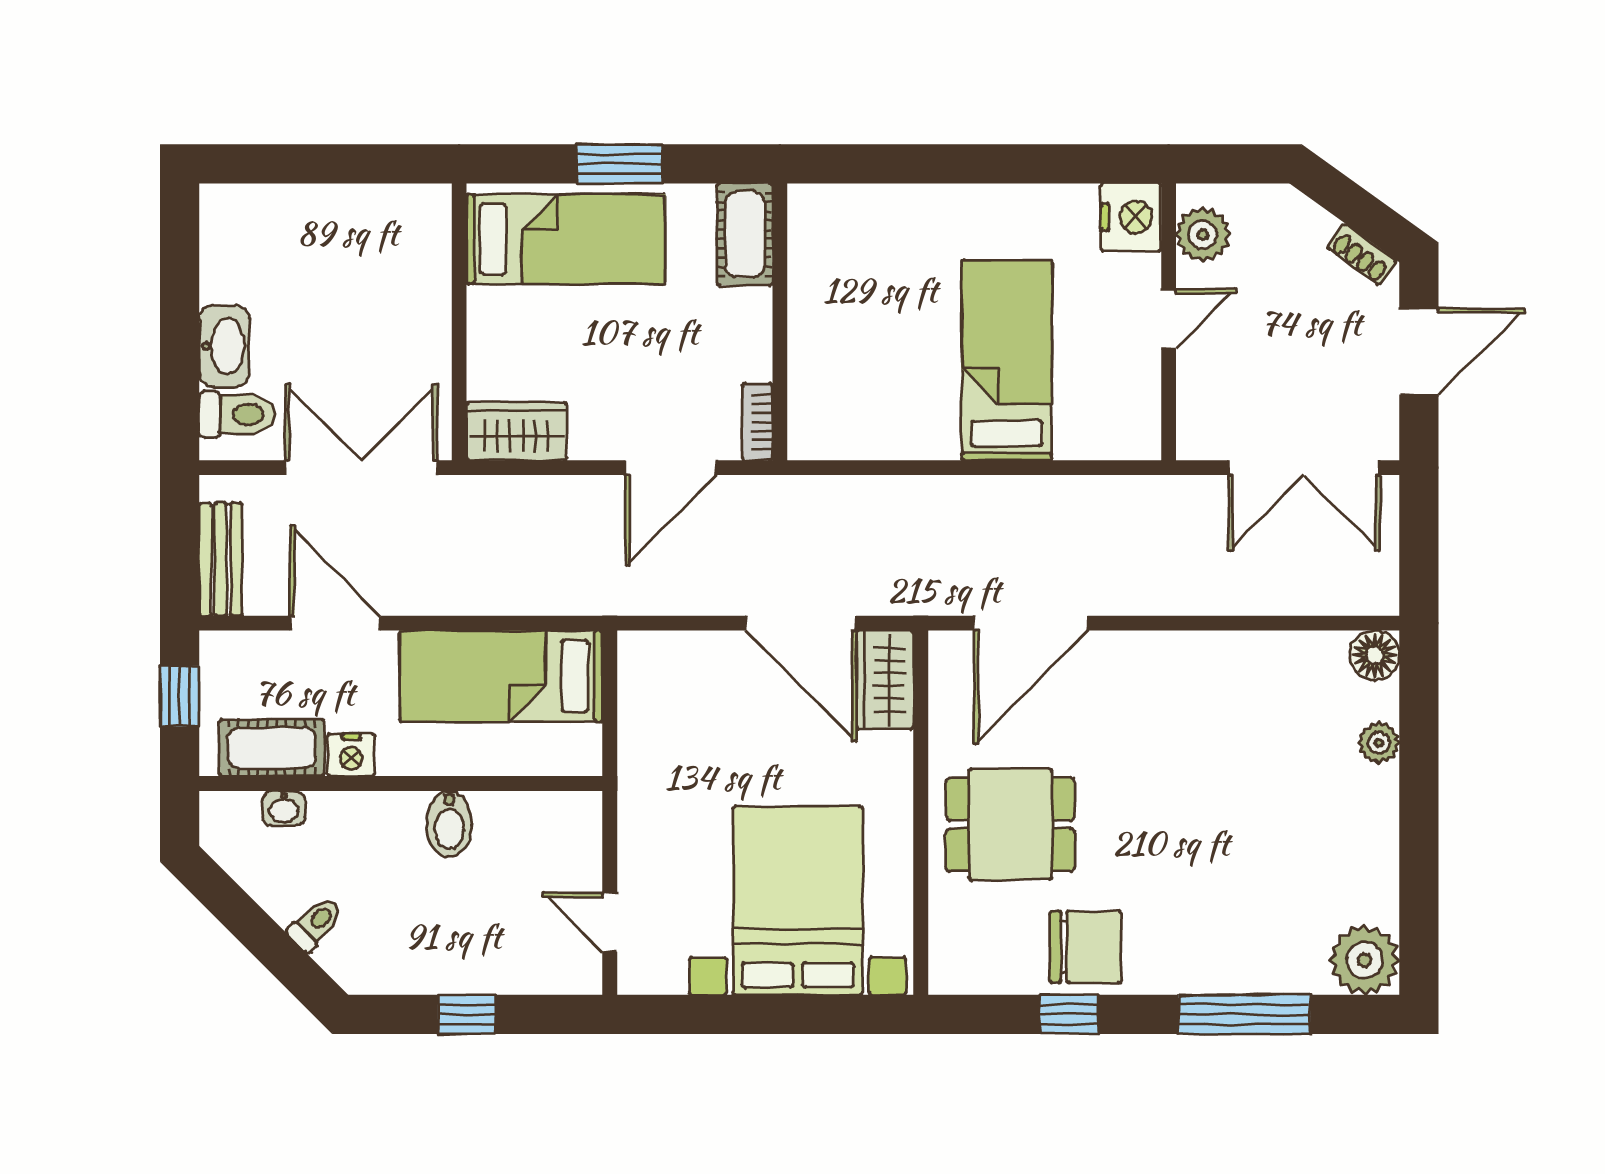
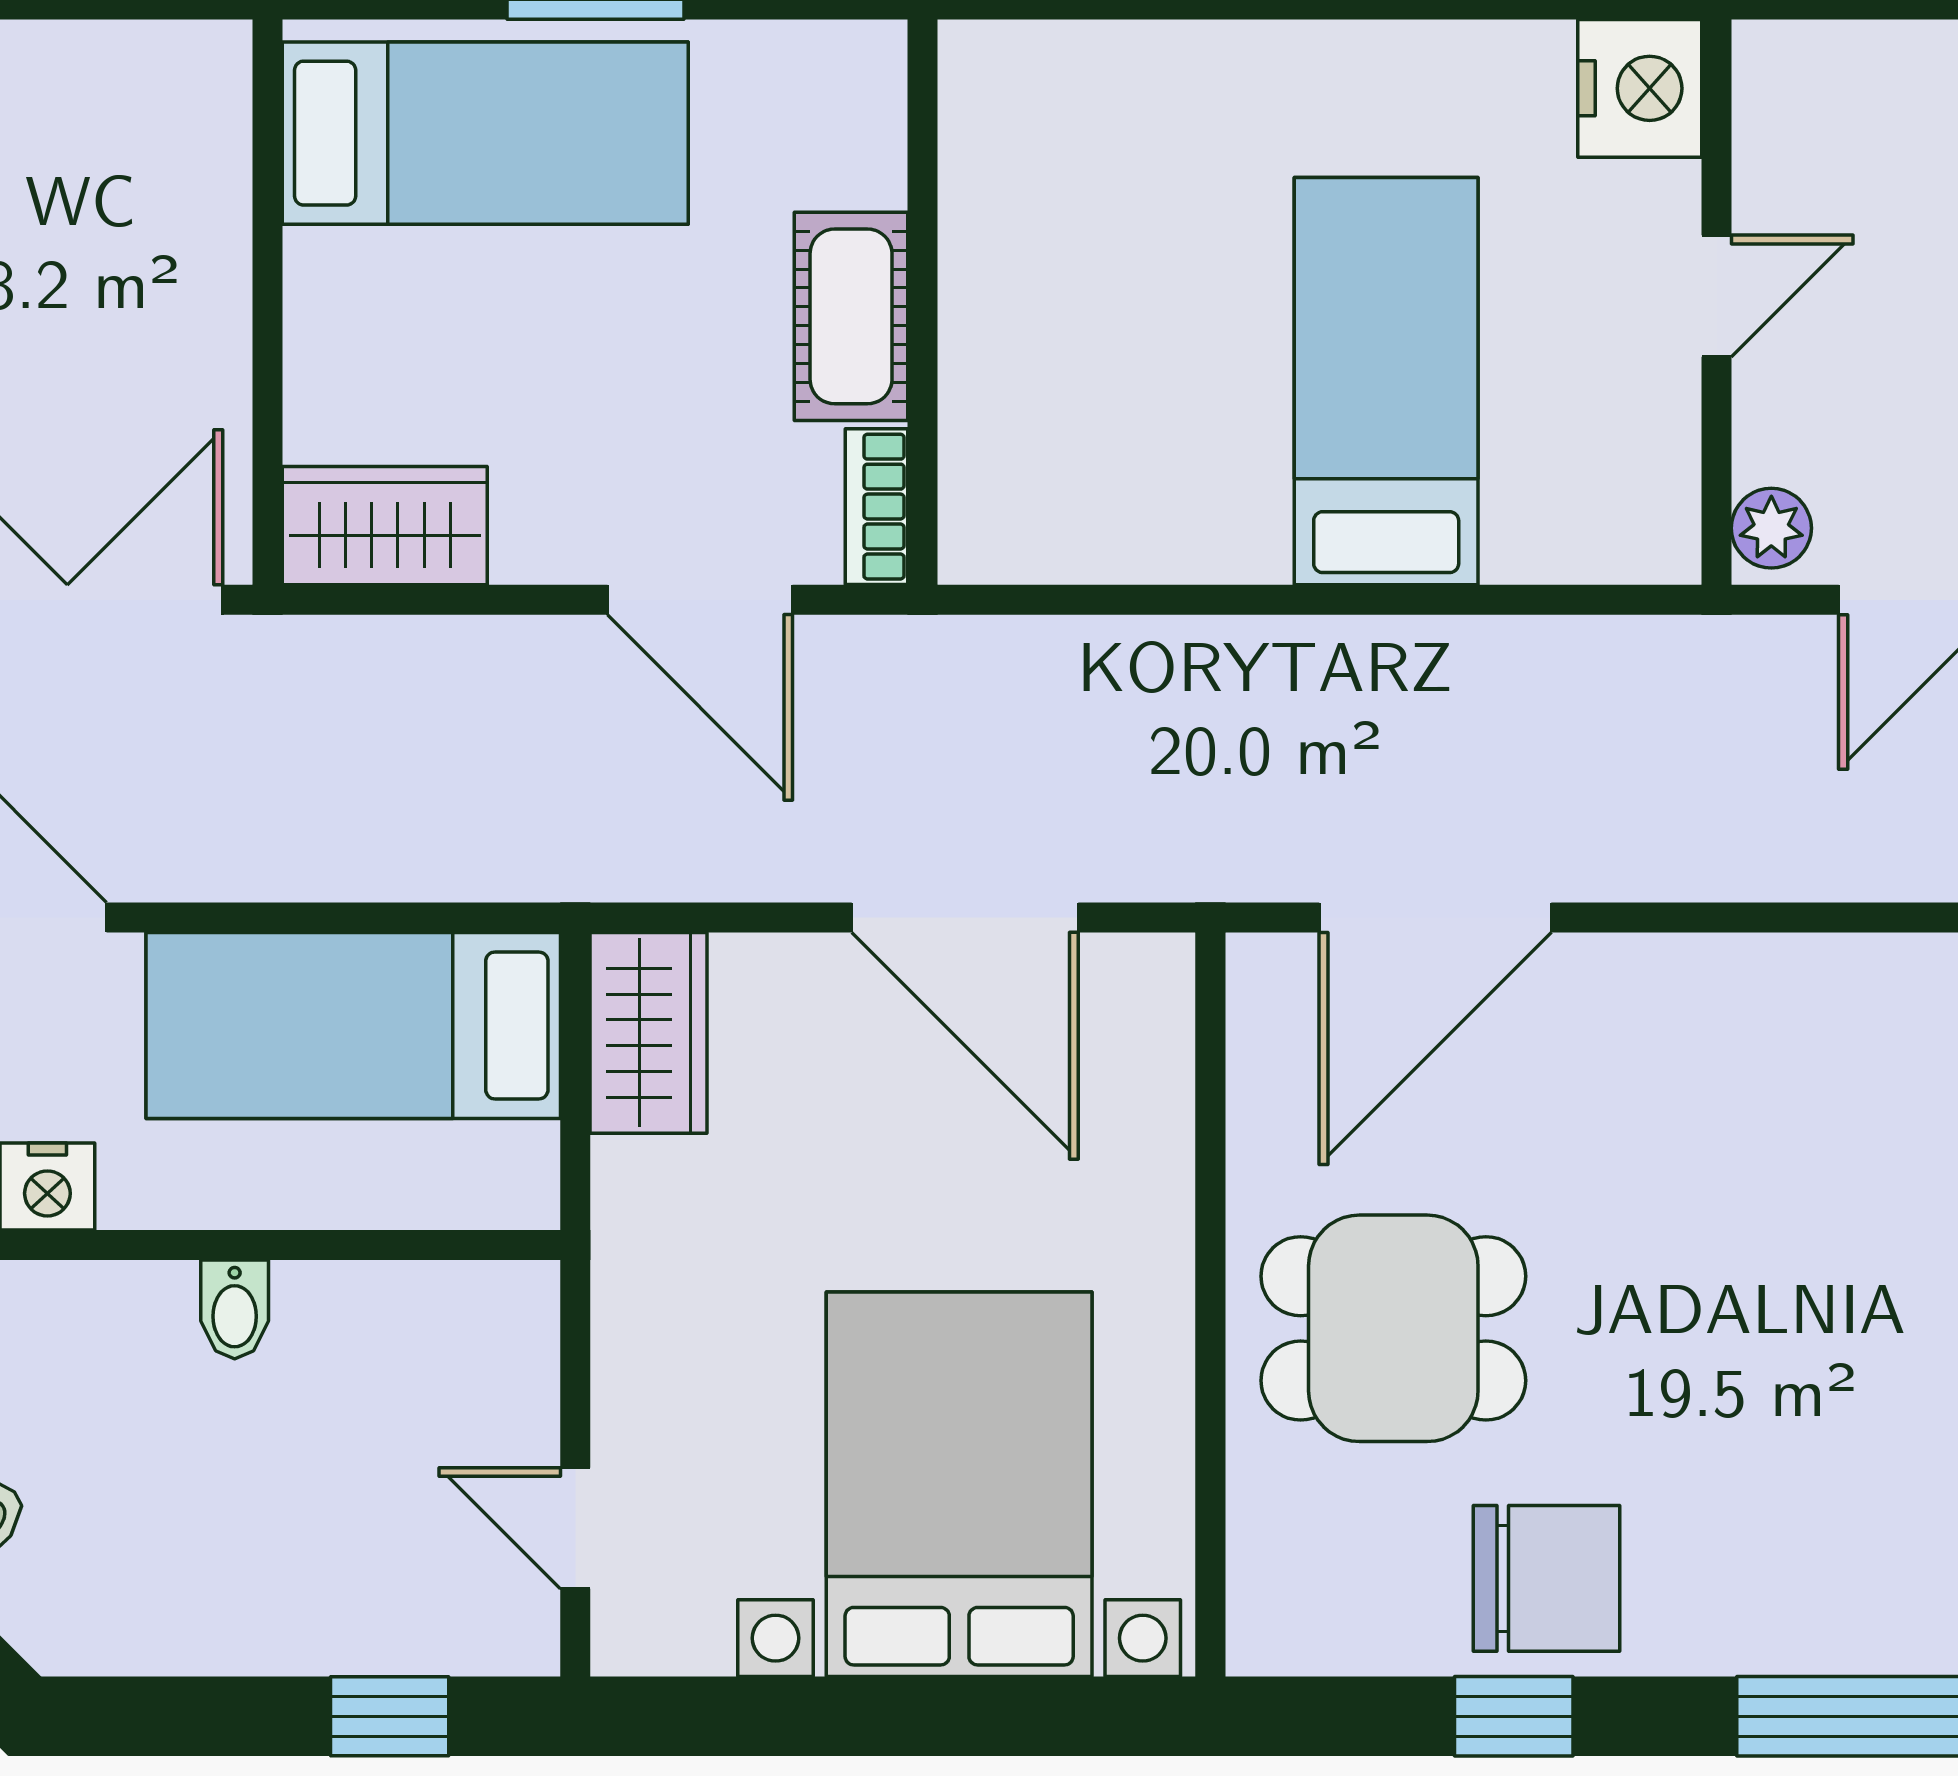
cot: (745, 234) -> (851, 316), moved
plant: (1203, 234) -> (1771, 528), moved, width x0.73, depth x0.73
door: (671, 468) -> (700, 600), hinge flipped
wardrobe: (885, 680) -> (648, 1033), moved, turned 180
bidet: (449, 824) -> (235, 1309), width x0.72, depth x0.74
window: (467, 1014) -> (390, 1716), moved

